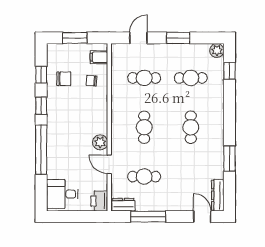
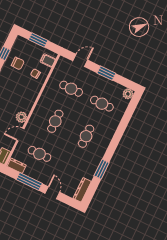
window: (229, 71) -> (130, 111), removed
door: (109, 164) -> (20, 135), hinge flipped
door: (202, 217) -> (52, 193), moved

